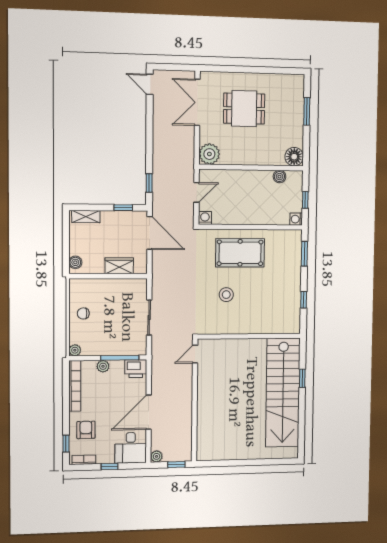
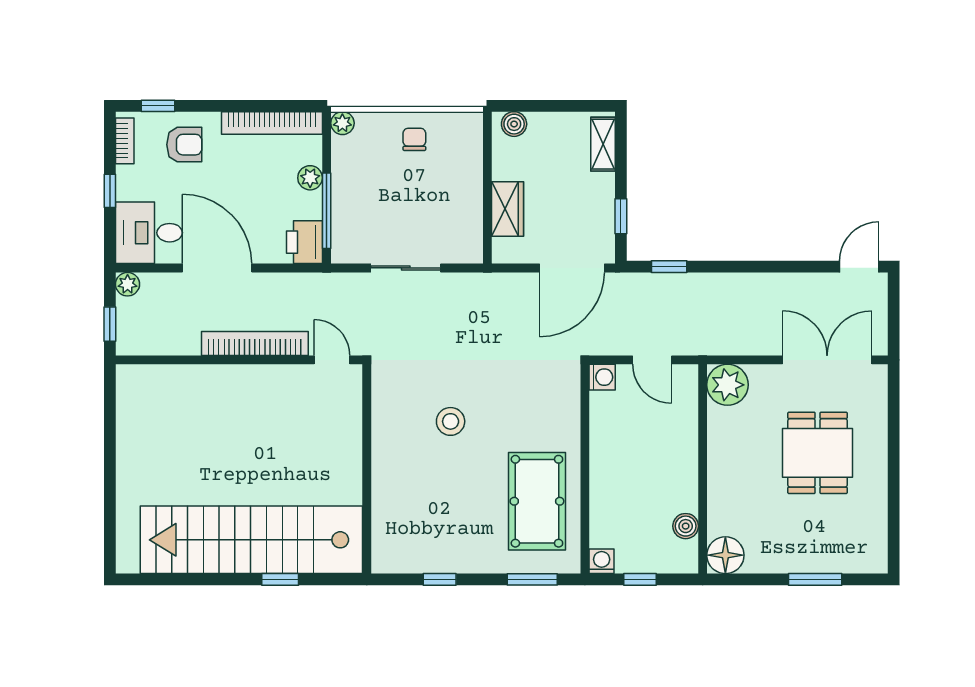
pool table: (240, 253) -> (537, 501), moved
bookcase: (187, 393) -> (255, 343), added

